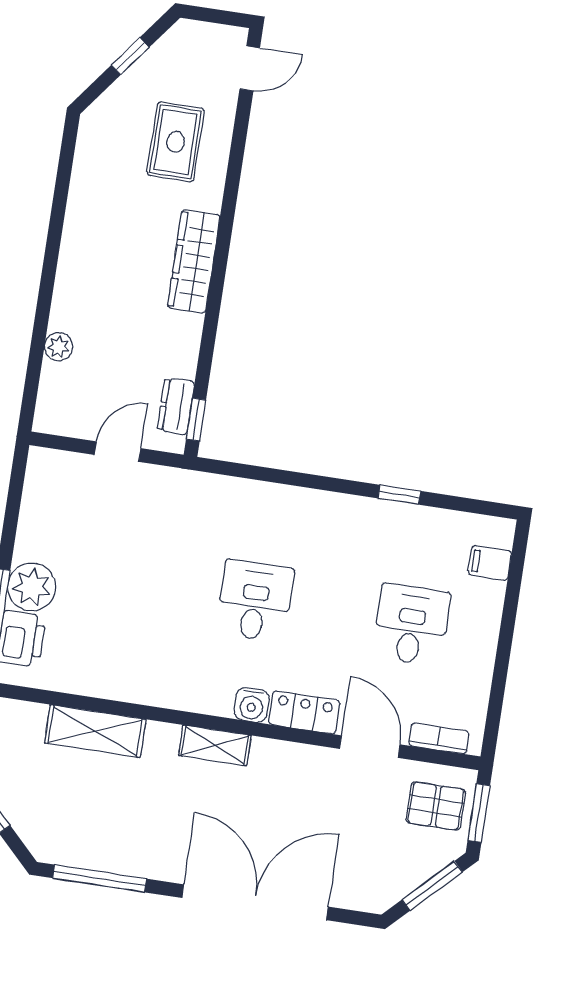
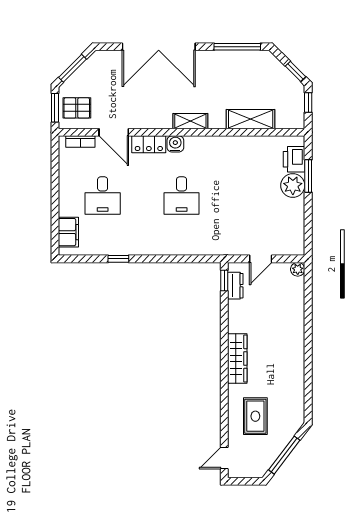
window: (130, 56) -> (284, 455), width x2.17
plant: (59, 347) -> (298, 269), moved
filing cabinet: (490, 563) -> (68, 232), width x2.00

